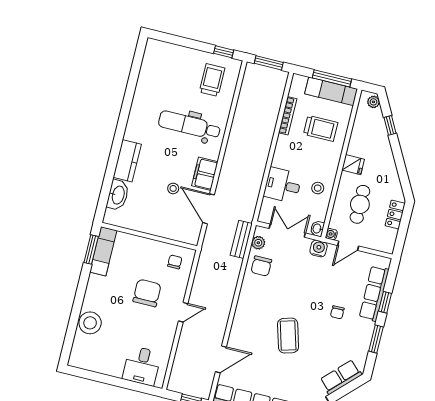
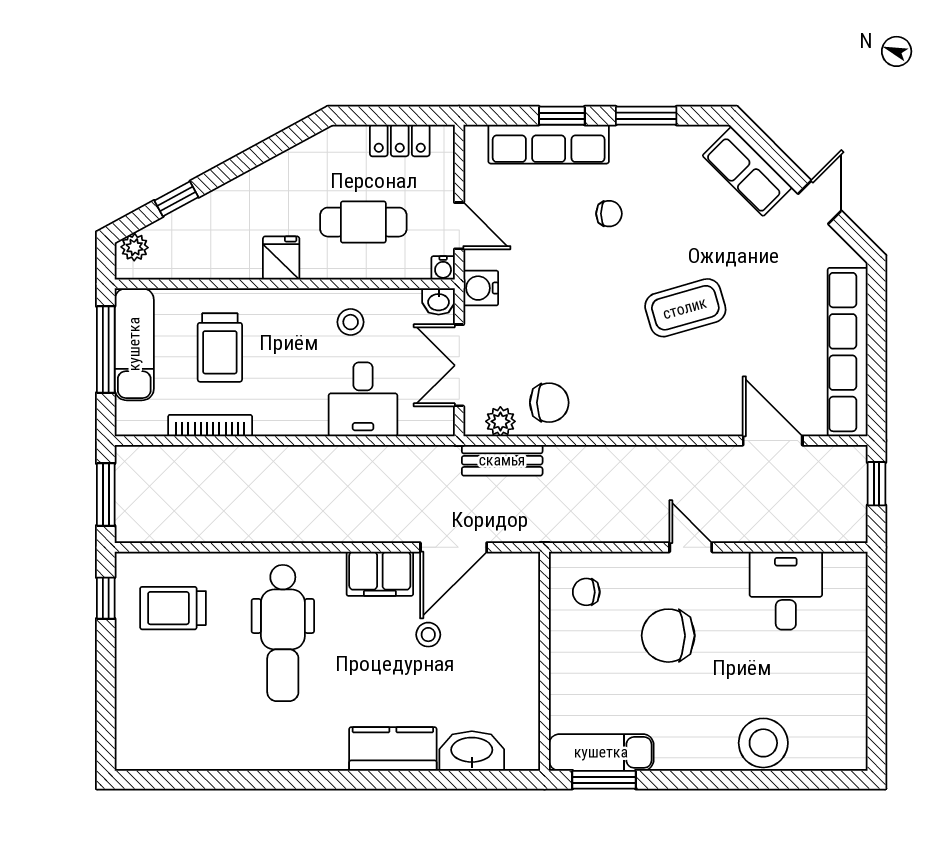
trolley: (321, 128) -> (220, 347), turned 180
locker: (395, 215) -> (400, 140), moved
desk: (142, 366) -> (786, 591), moved, turned -90

